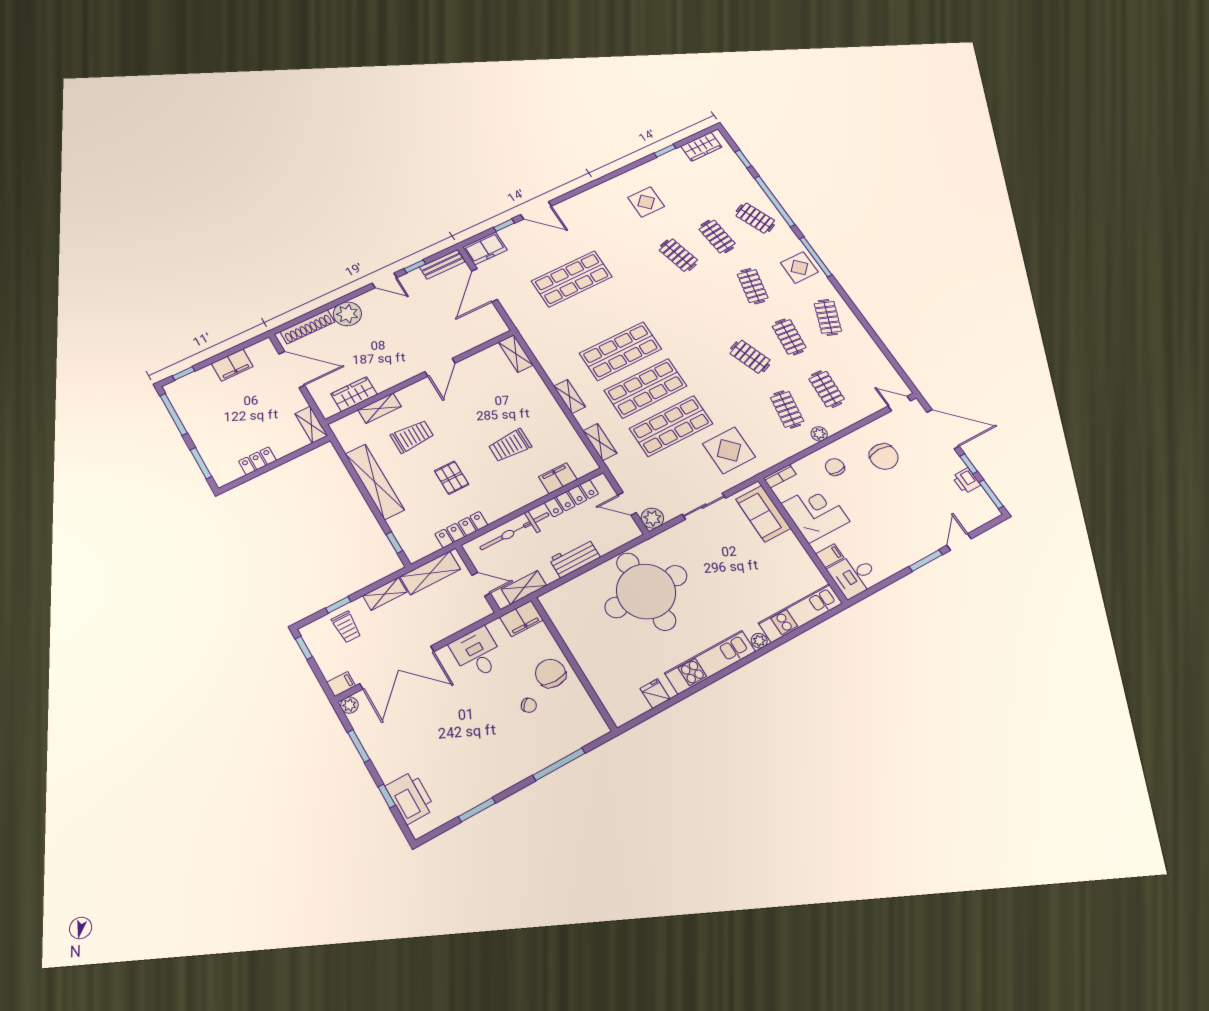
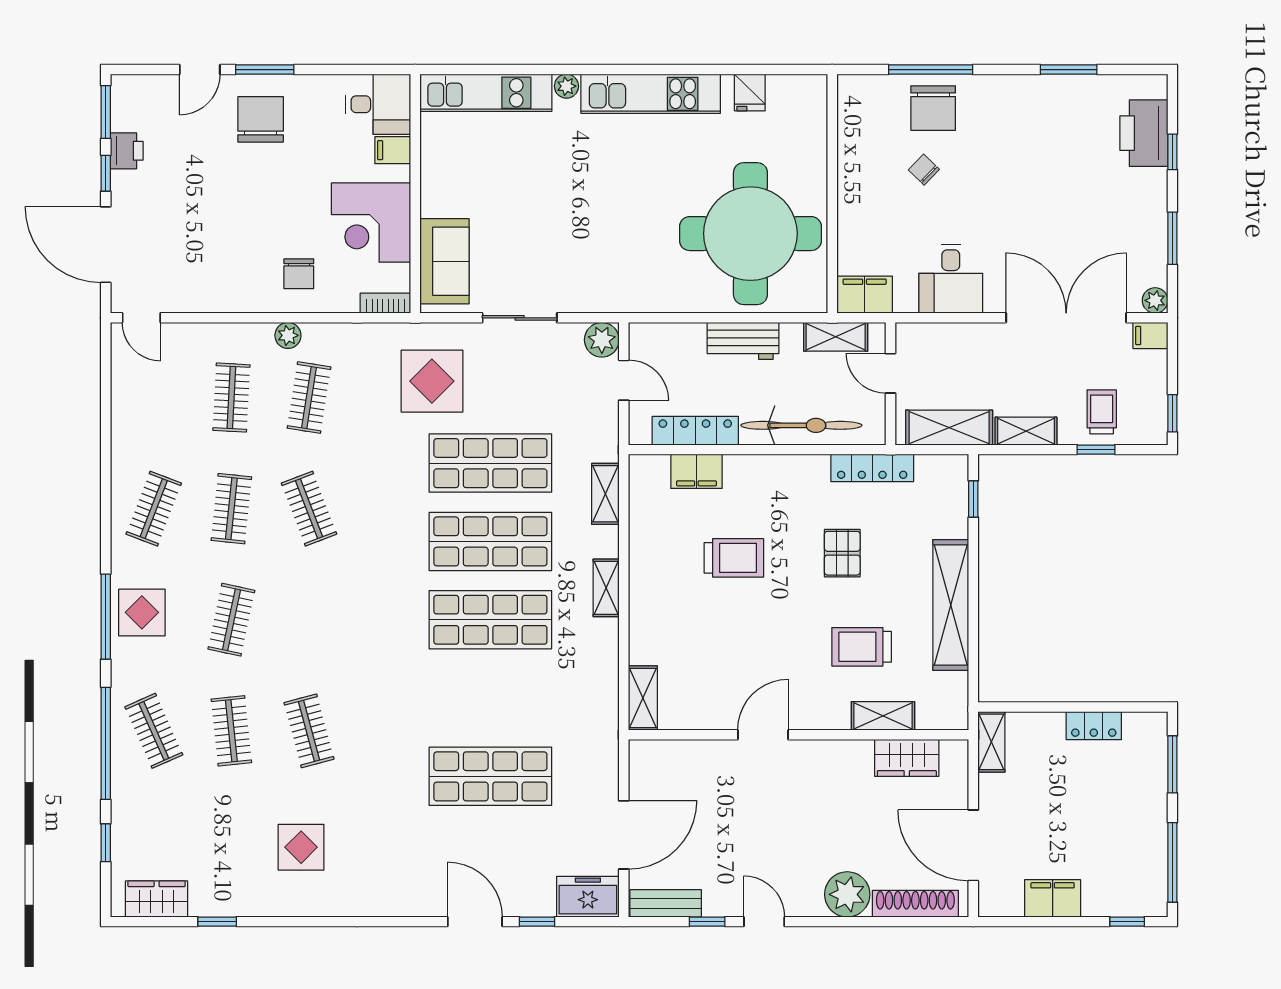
chair: (884, 457) -> (261, 119), moved
round table: (646, 591) -> (750, 234), moved
chair: (551, 673) -> (933, 108), moved

